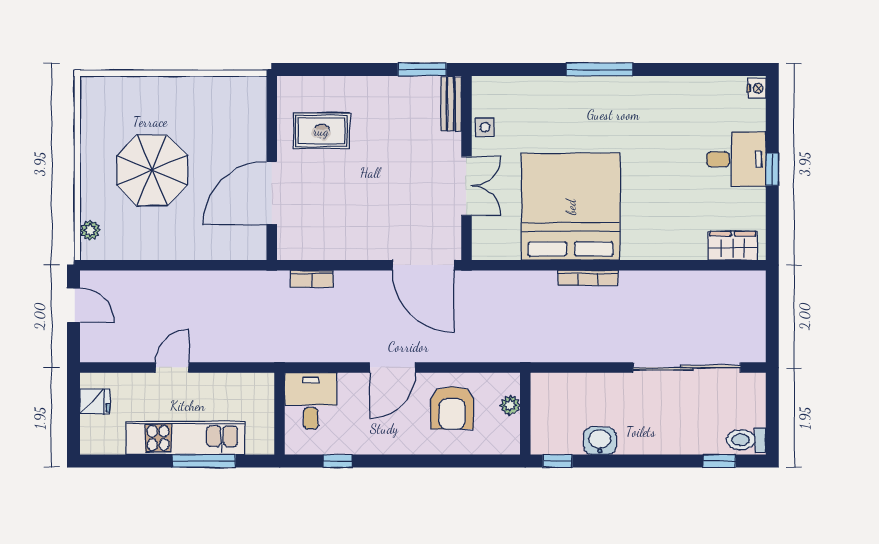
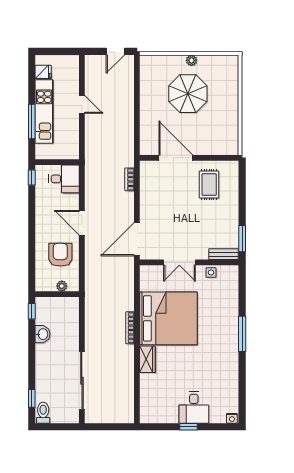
plant: (90, 230) -> (191, 60), moved
wardrobe: (733, 246) -> (147, 359), moved
fridge: (95, 401) -> (43, 72), moved, turned -90
armchair: (452, 408) -> (60, 255), turned 90
window: (338, 461) -> (32, 177), moved

